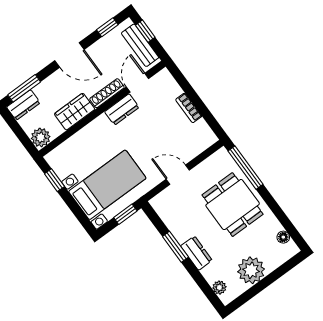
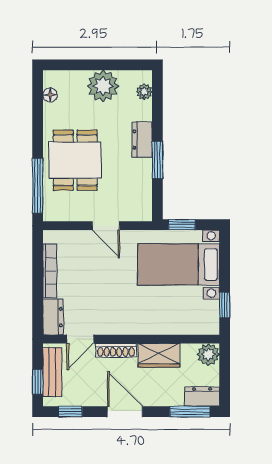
bookcase: (189, 108) -> (50, 271), width x1.56
dresser: (122, 109) -> (53, 317), moved, turned 90

